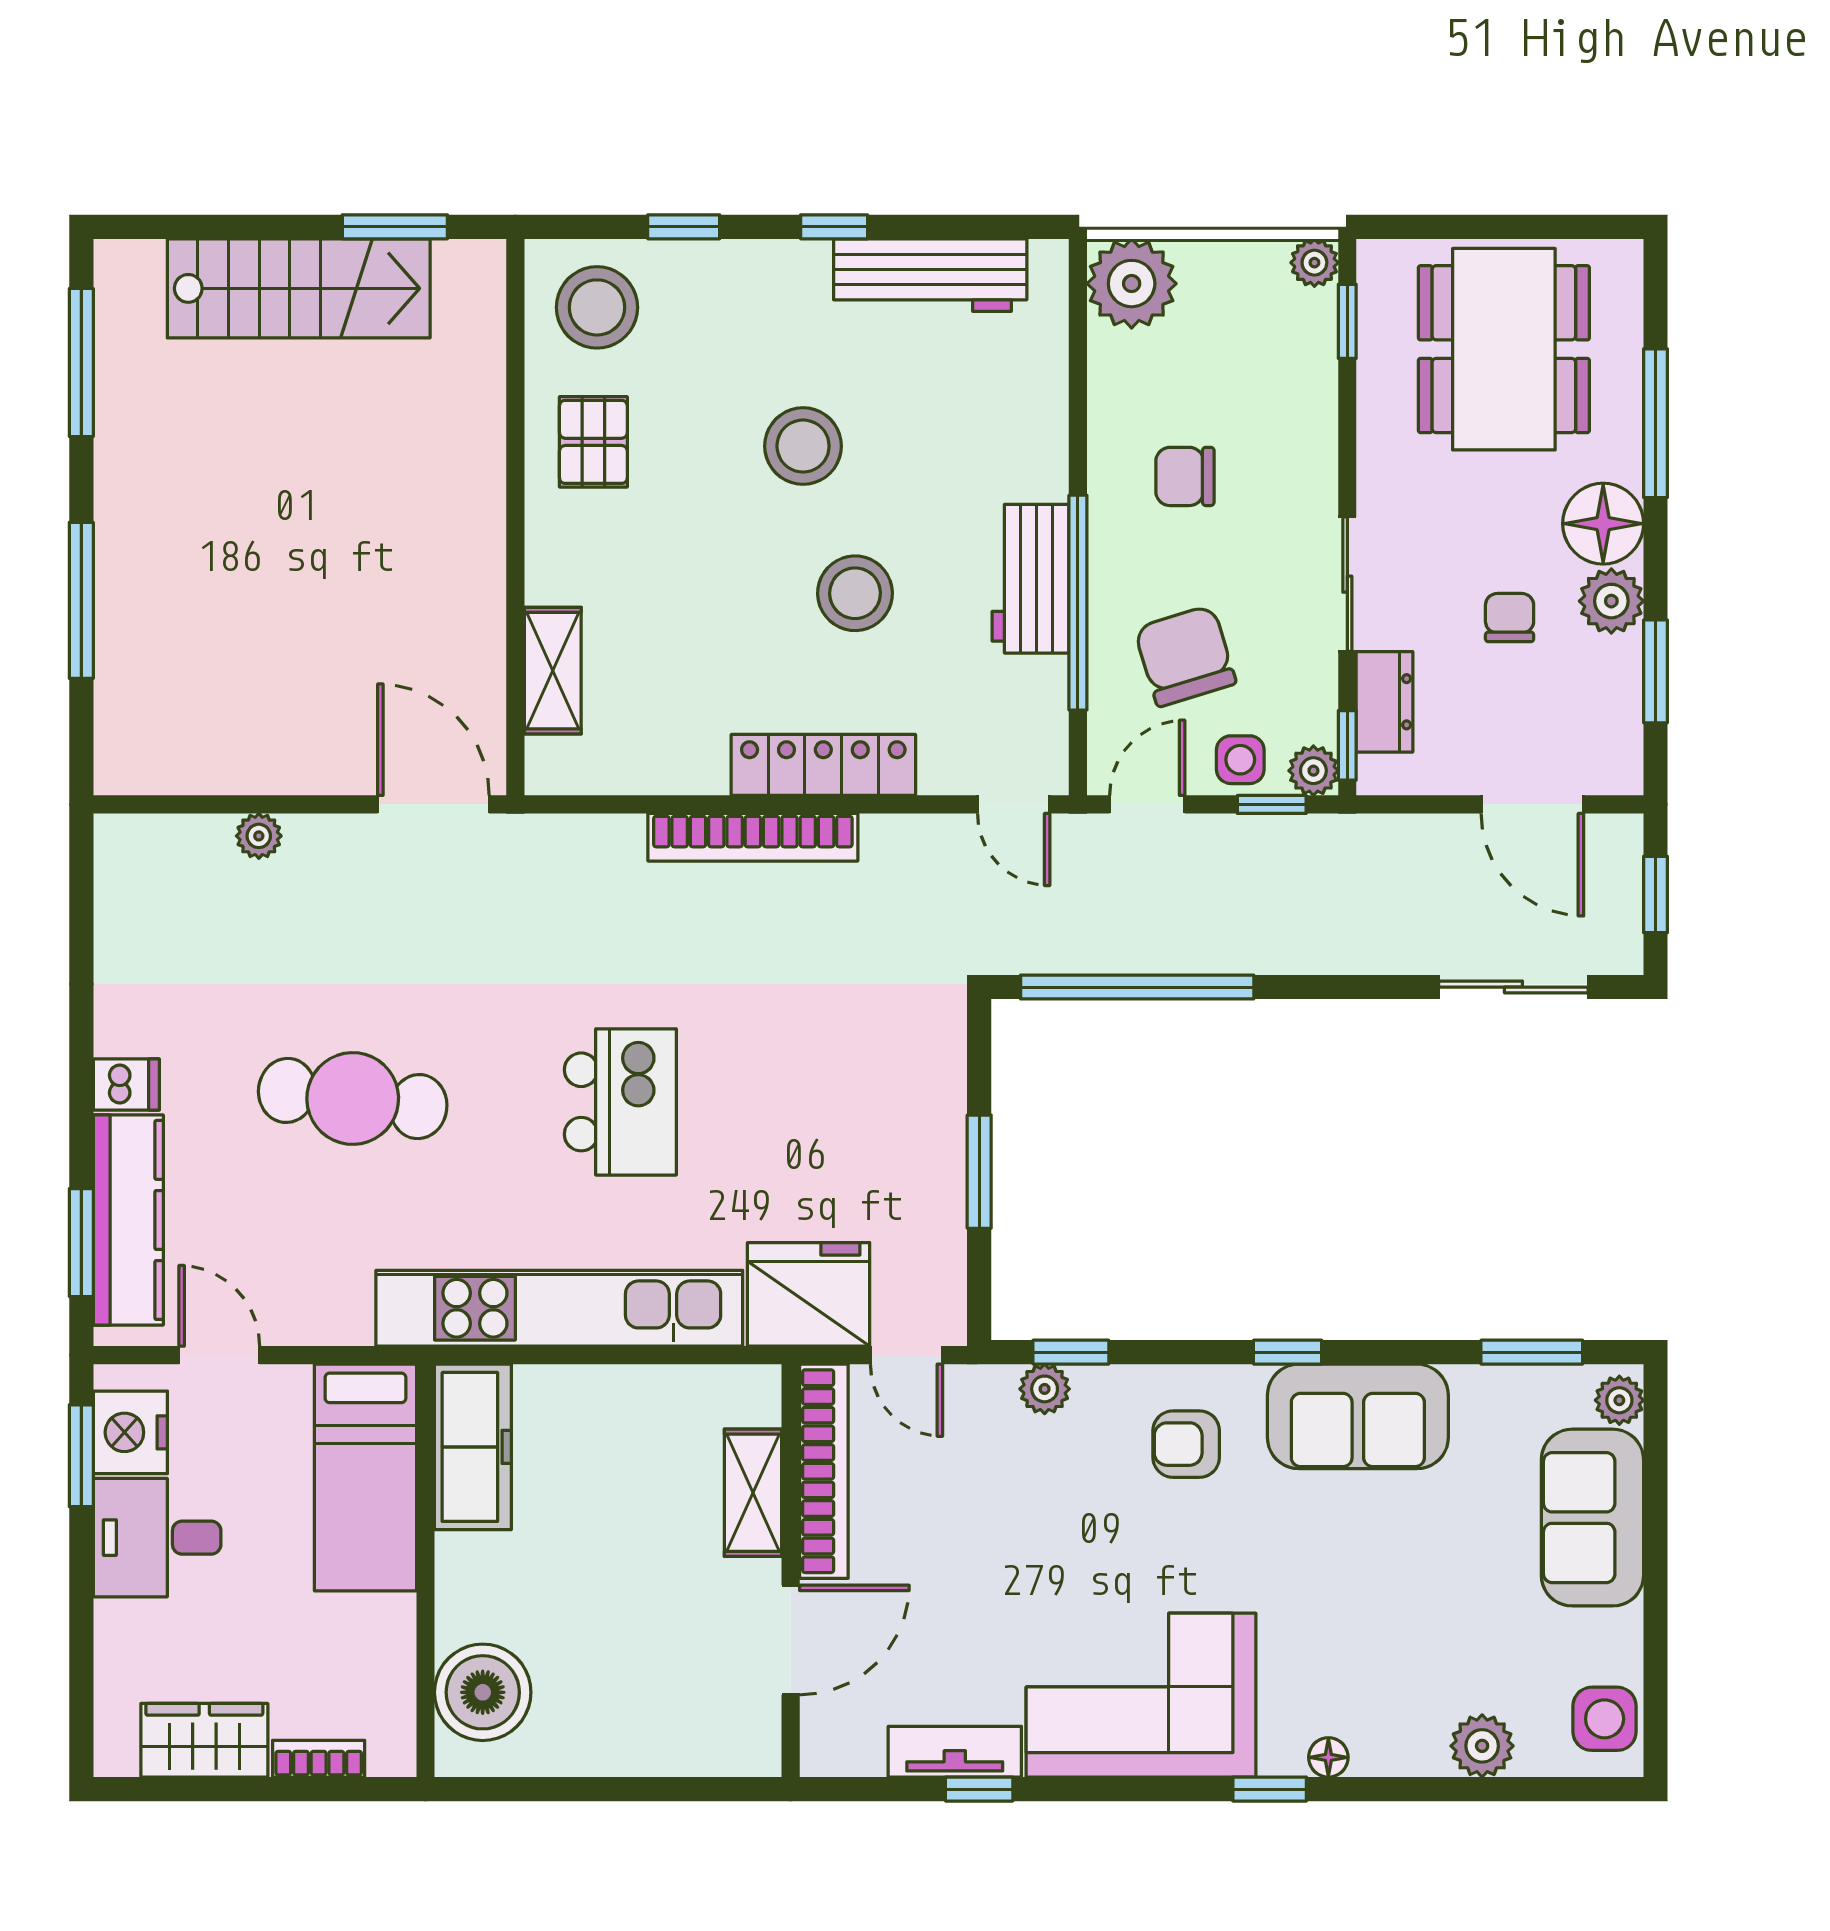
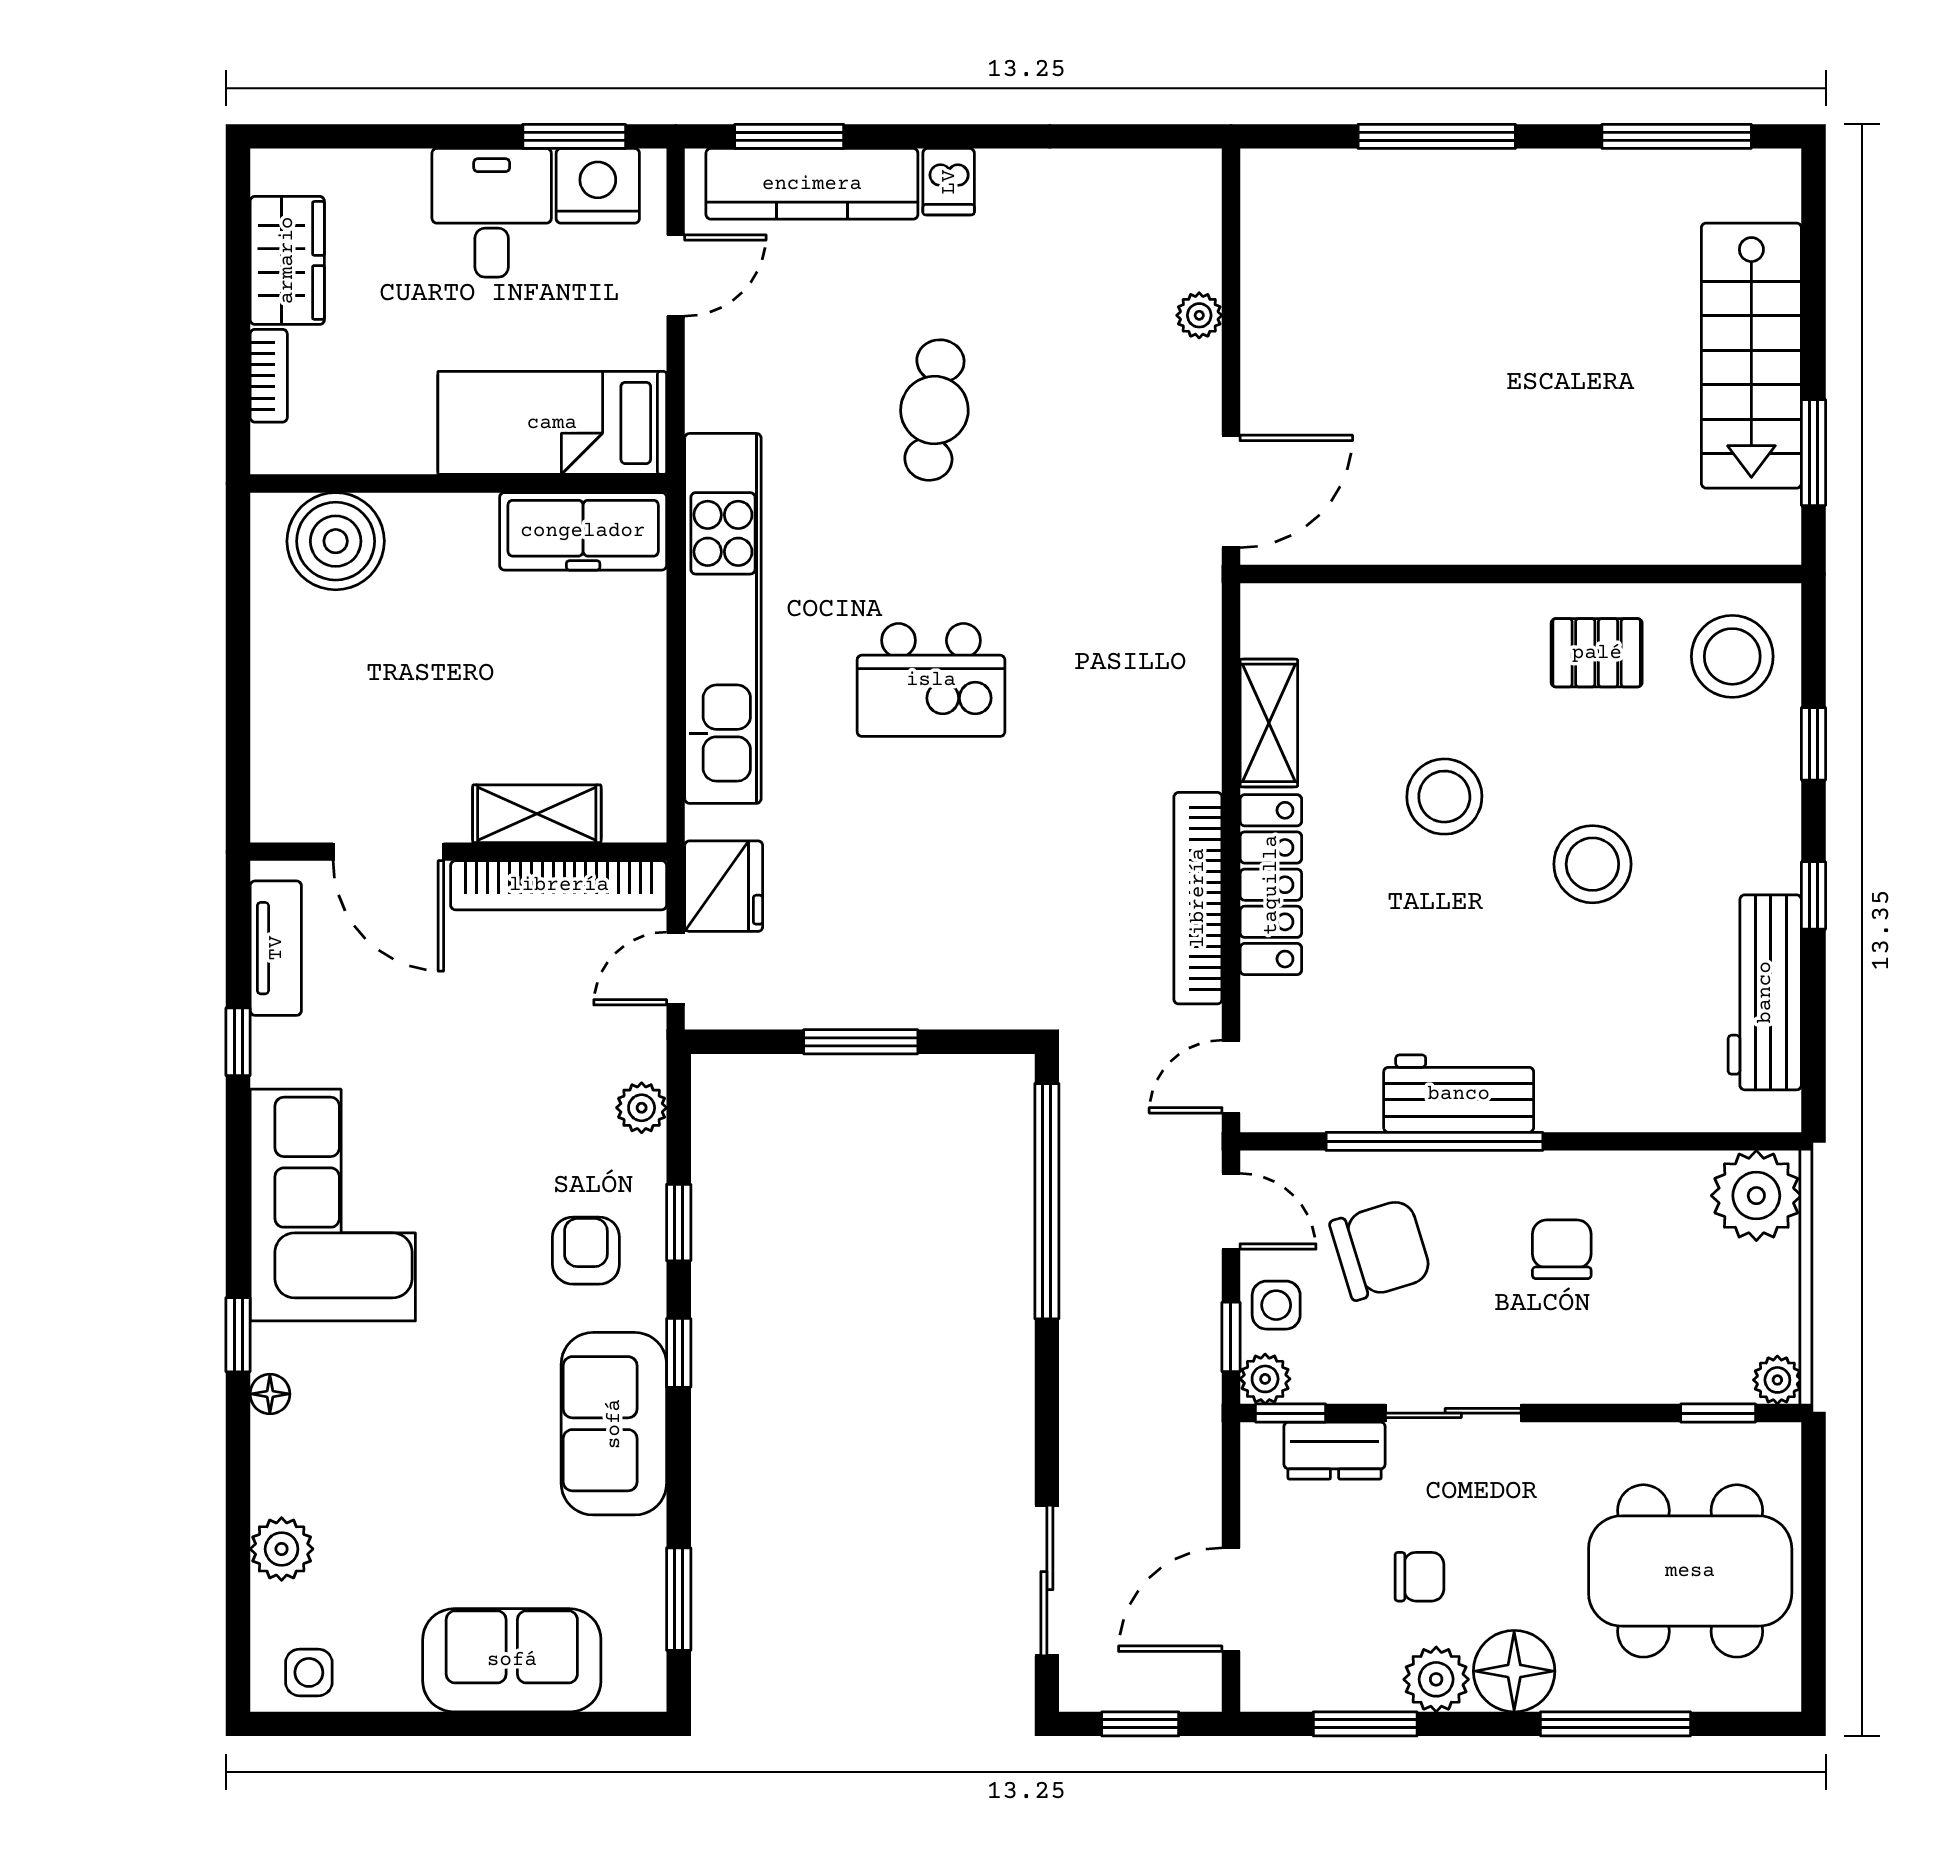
stool: (855, 593) -> (1444, 797), moved
shelving: (553, 671) -> (1269, 723), moved, turned 90
bookcase: (753, 837) -> (1198, 898), moved
cafe table: (353, 1099) -> (934, 410), width x0.73, depth x0.74
fridge: (809, 1294) -> (724, 886), width x0.73, depth x0.75
window: (1071, 1352) -> (679, 1223), moved
plant: (1619, 1400) -> (630, 1687), removed
side table: (1605, 1719) -> (309, 1672), width x0.73, depth x0.73
tv unit: (955, 1752) -> (276, 948), moved

